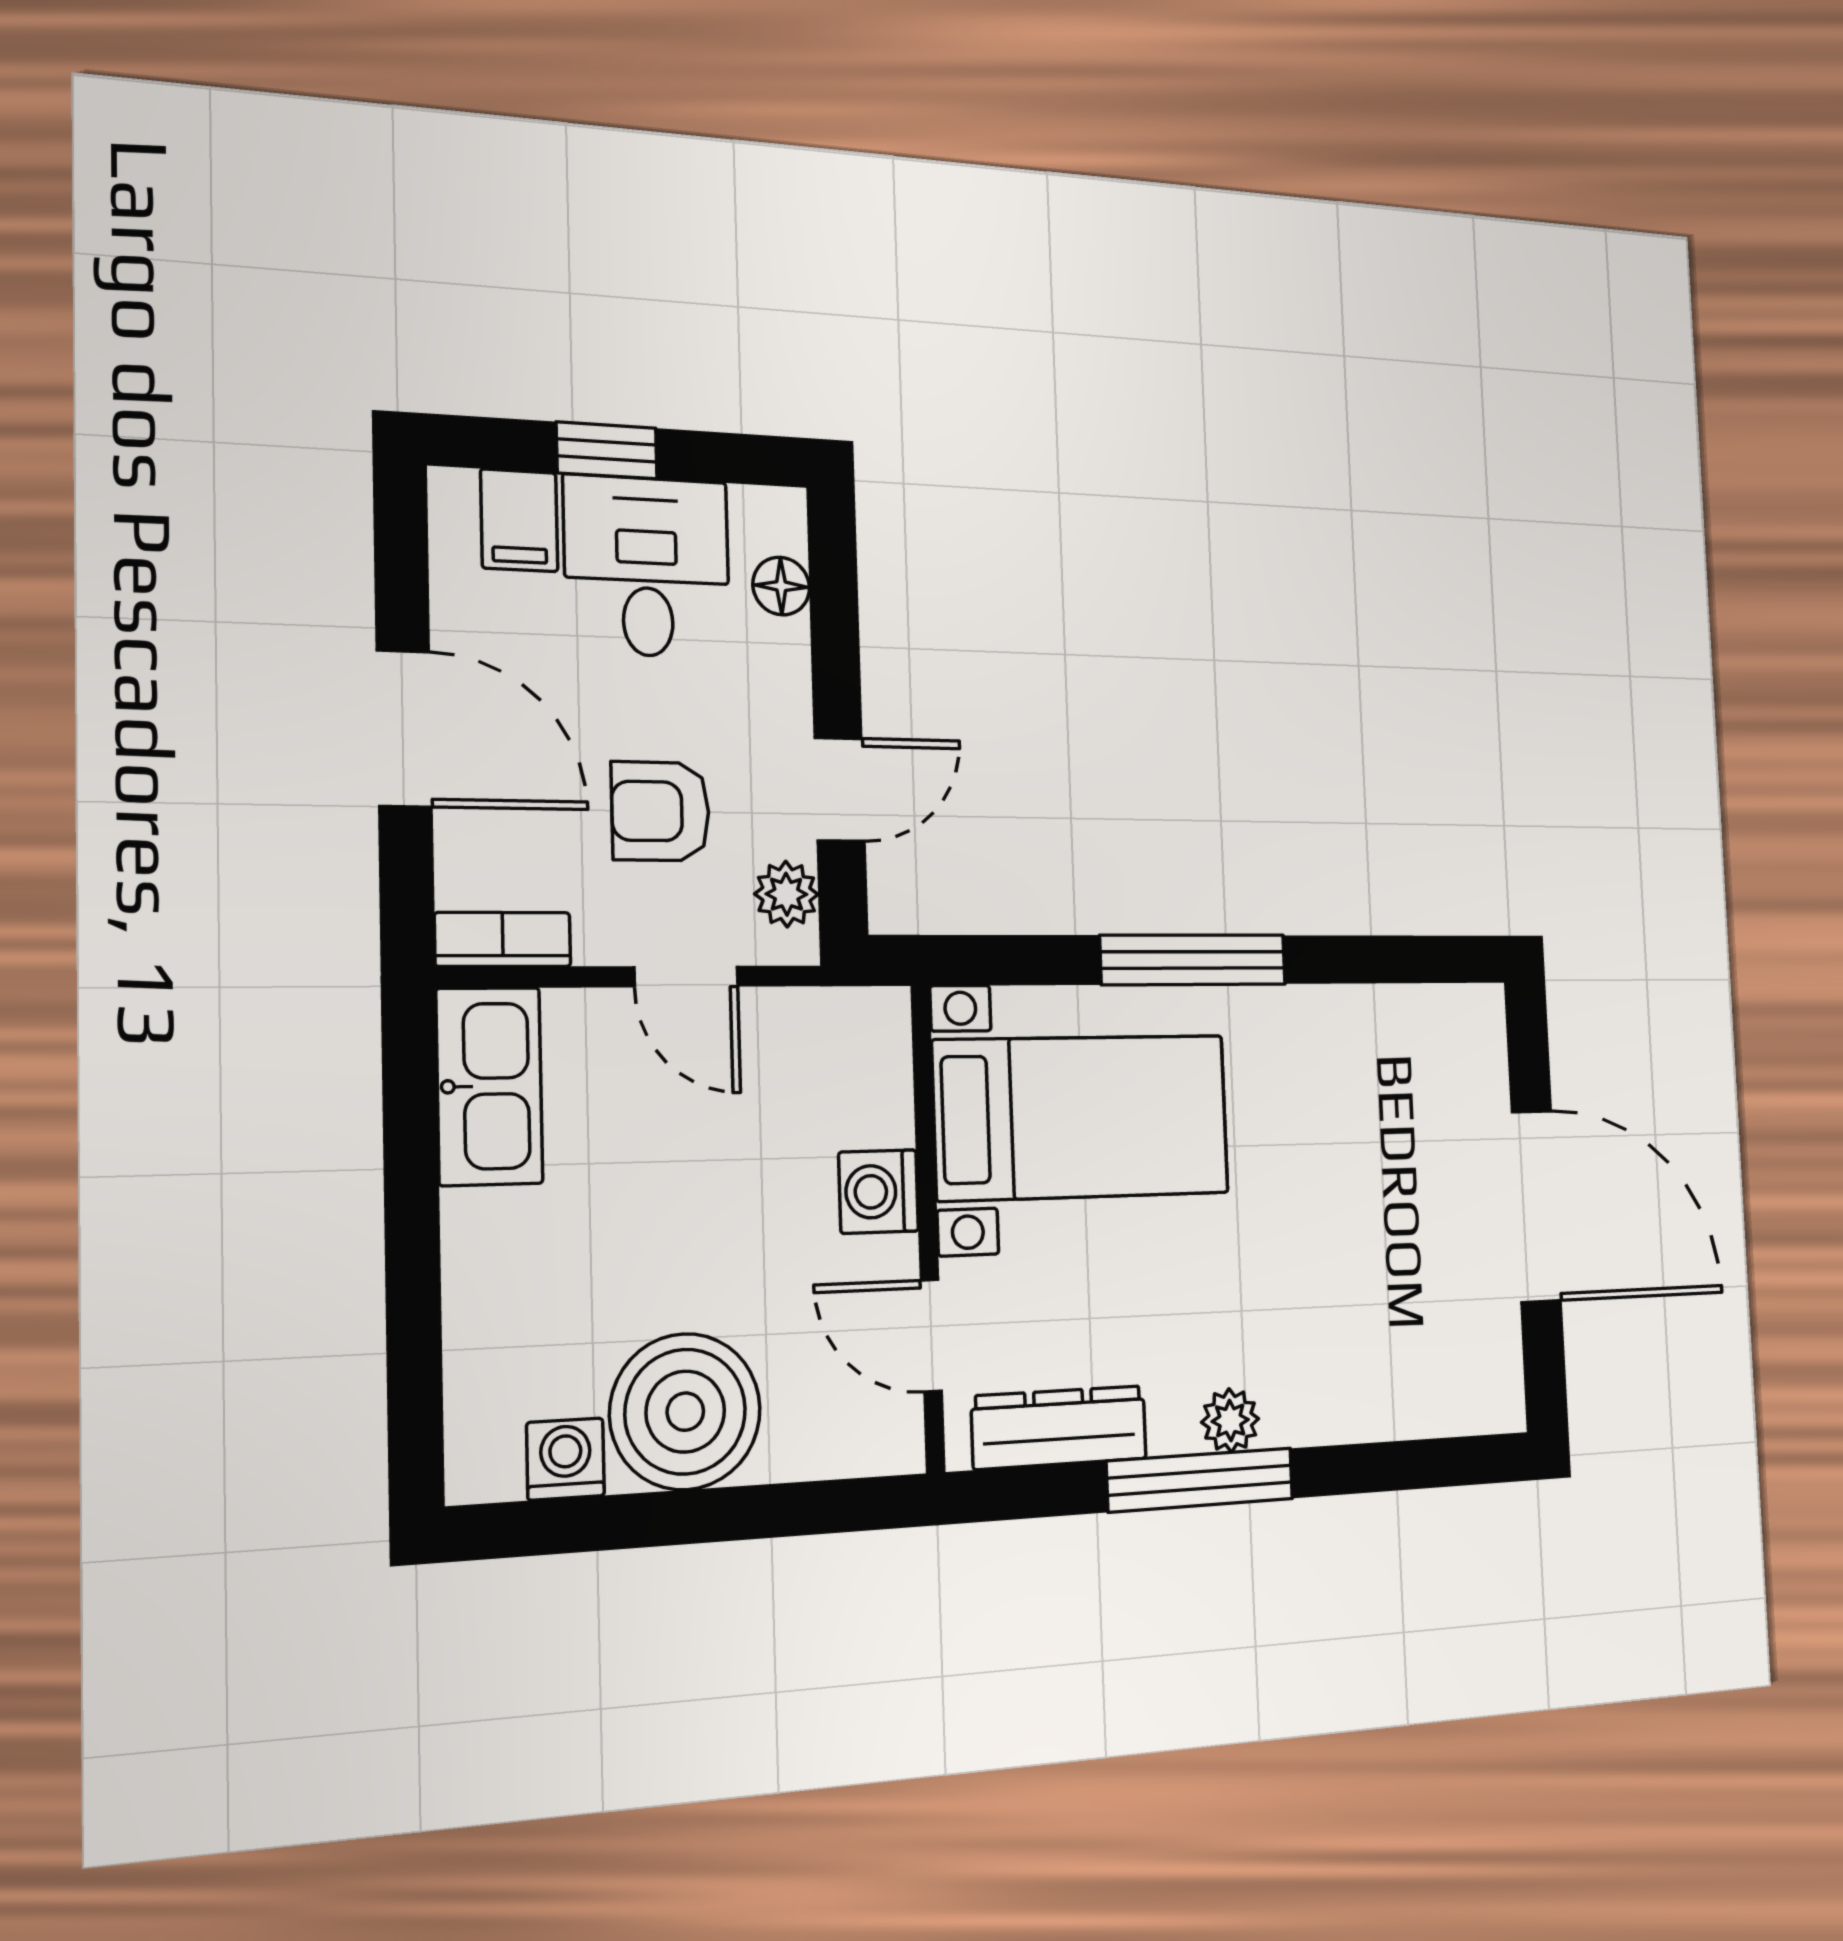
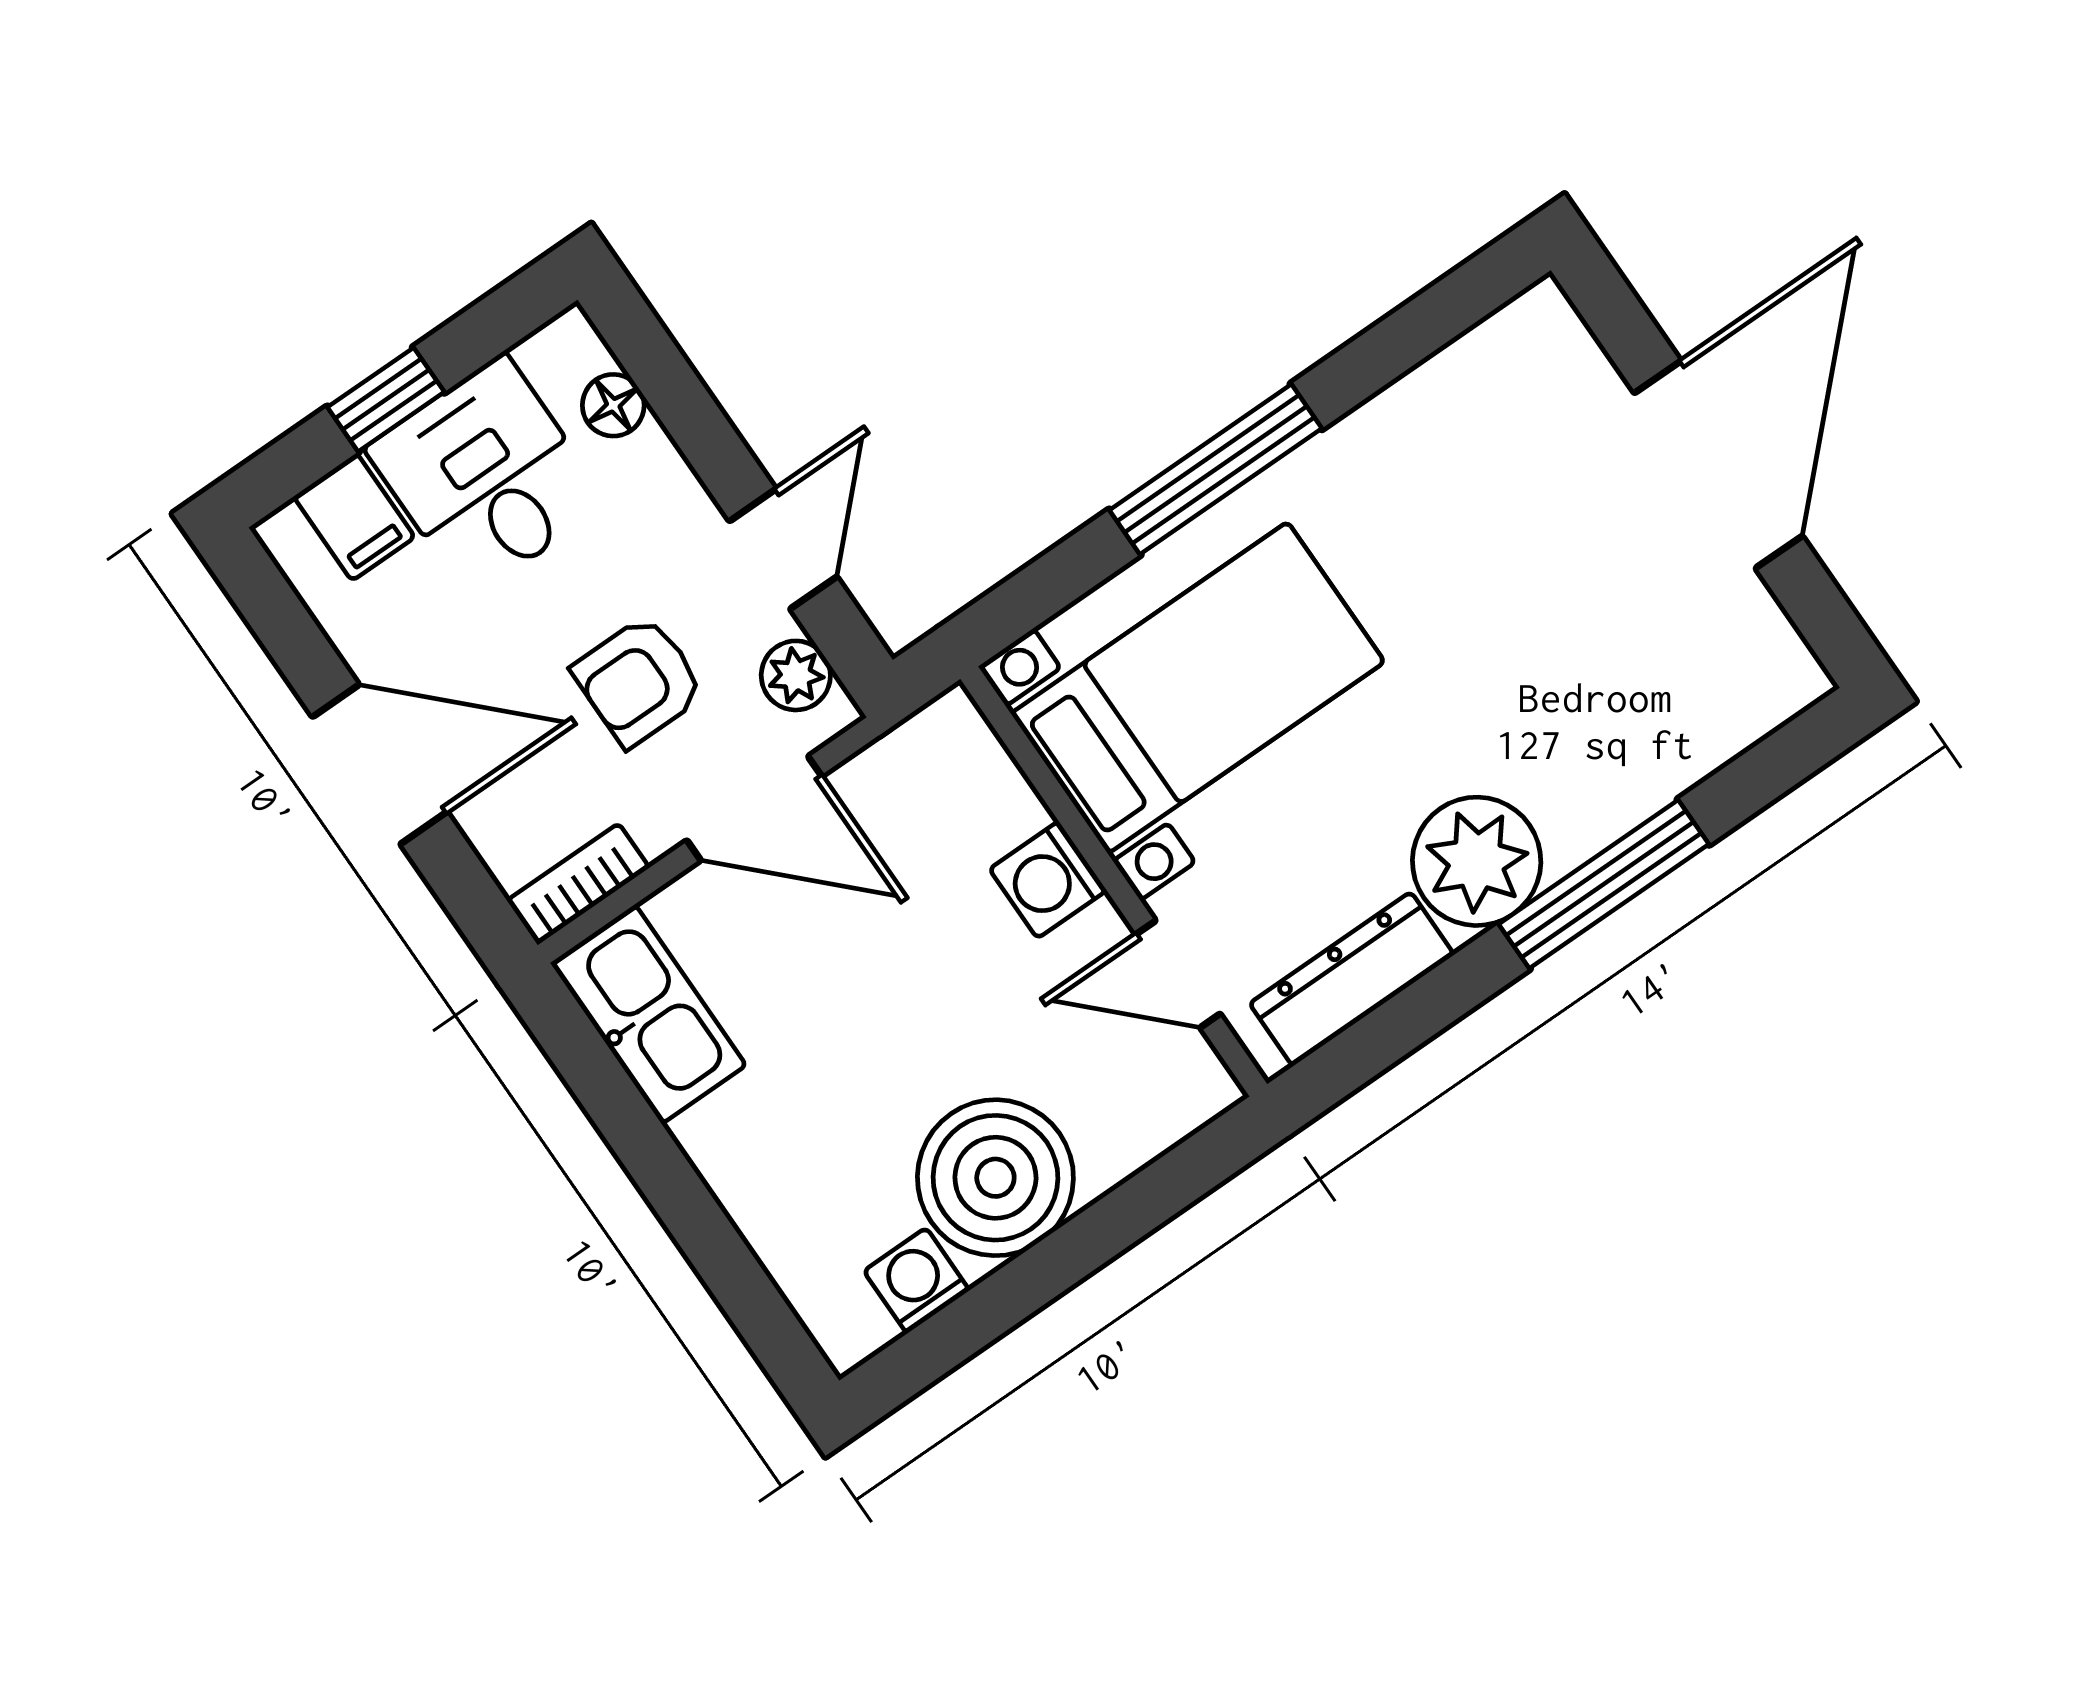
door: (686, 977) -> (754, 808), width x1.37
door: (1536, 1206) -> (1718, 464), hinge flipped
plant: (1230, 1420) -> (1477, 861), width x1.87, depth x1.87
window: (1200, 1480) -> (1604, 884), moved

